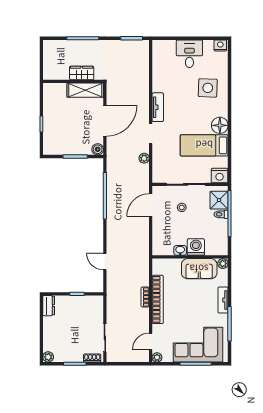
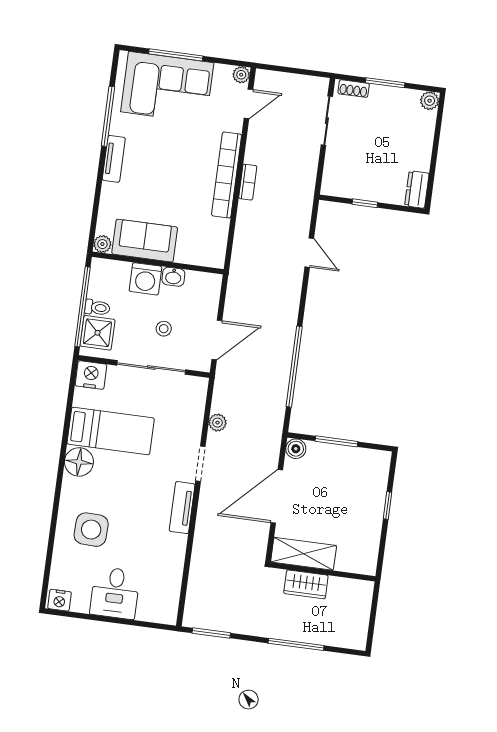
washing machine: (196, 247) -> (145, 279), moved
washbasin: (180, 250) -> (173, 277), moved
wall: (190, 257) -> (158, 263), moved
plant: (223, 264) -> (102, 244), moved
sofa: (199, 269) -> (145, 241), moved

